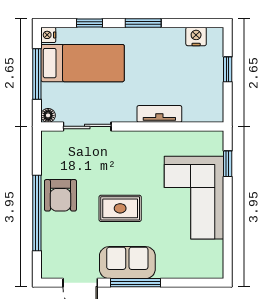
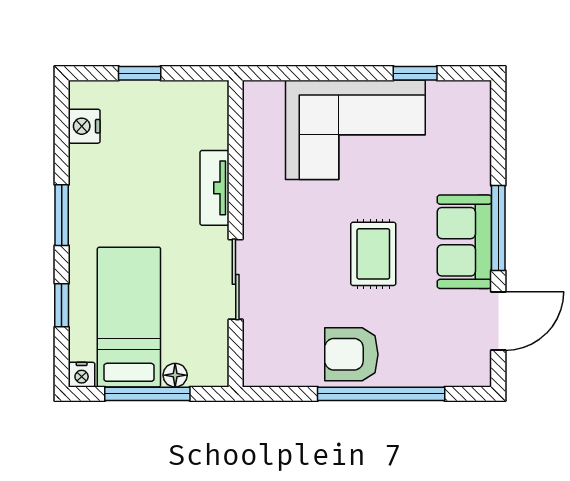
floor lamp: (48, 115) -> (175, 375), moved
sliding door: (87, 126) -> (236, 279), moved
window: (228, 164) -> (415, 73), moved
armchair: (60, 195) -> (351, 354), turned 180

